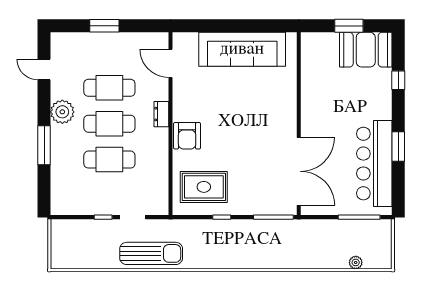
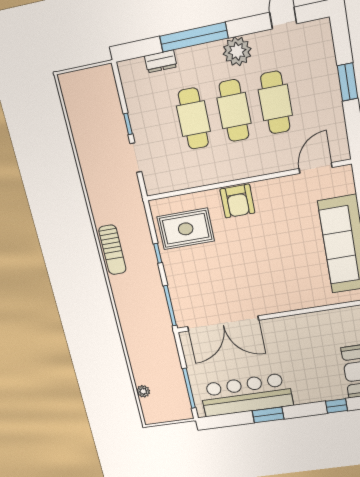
dresser: (161, 114) -> (161, 61), moved, turned 180
armchair: (187, 136) -> (237, 201), turned -90
window: (44, 145) -> (194, 37), width x1.46
rug: (204, 187) -> (186, 229), turned 90
sun lounger: (151, 253) -> (112, 250), moved, width x0.73, depth x0.75

